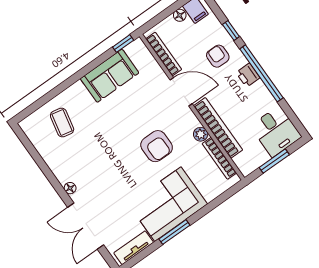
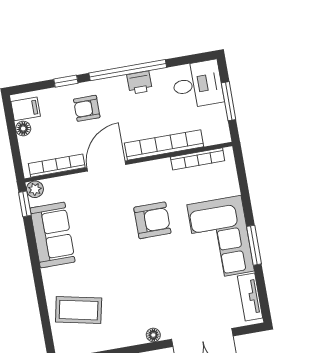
printer: (248, 75) -> (139, 83), moved
coffee table: (62, 123) -> (79, 310), width x1.36, depth x1.30
plant: (201, 134) -> (35, 189), moved

